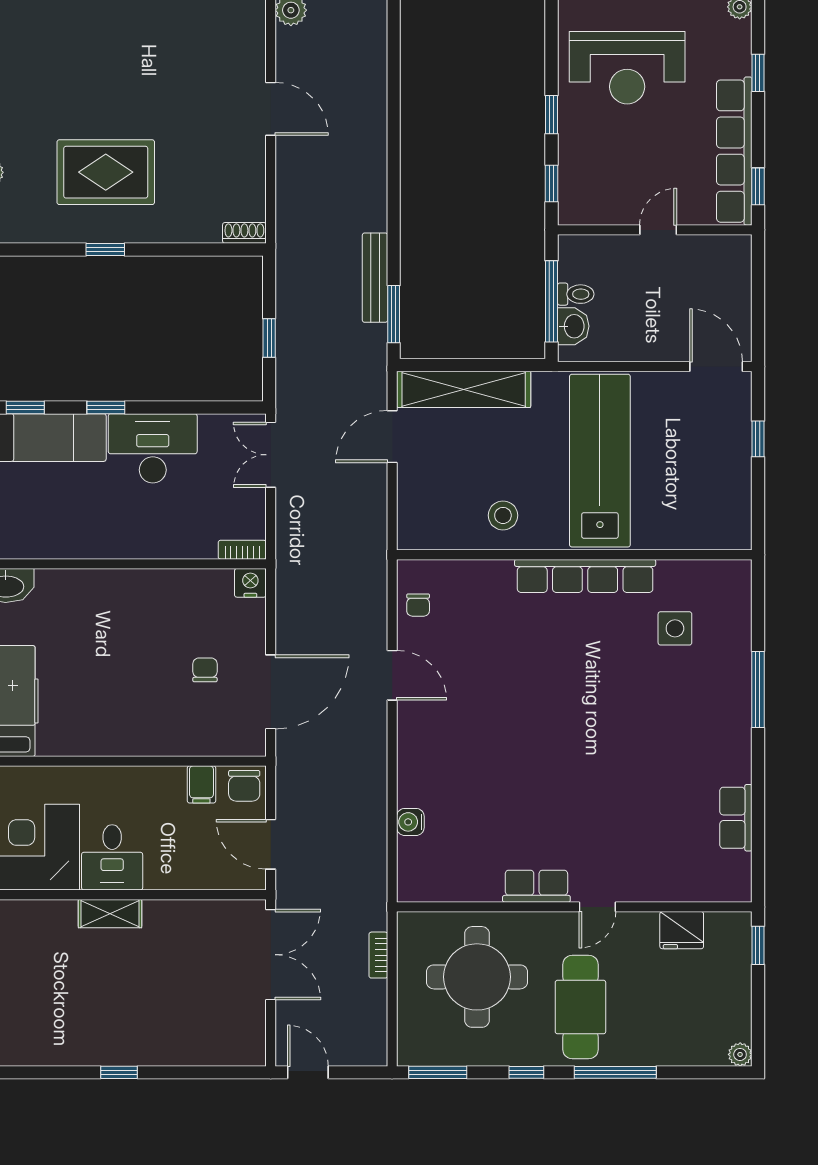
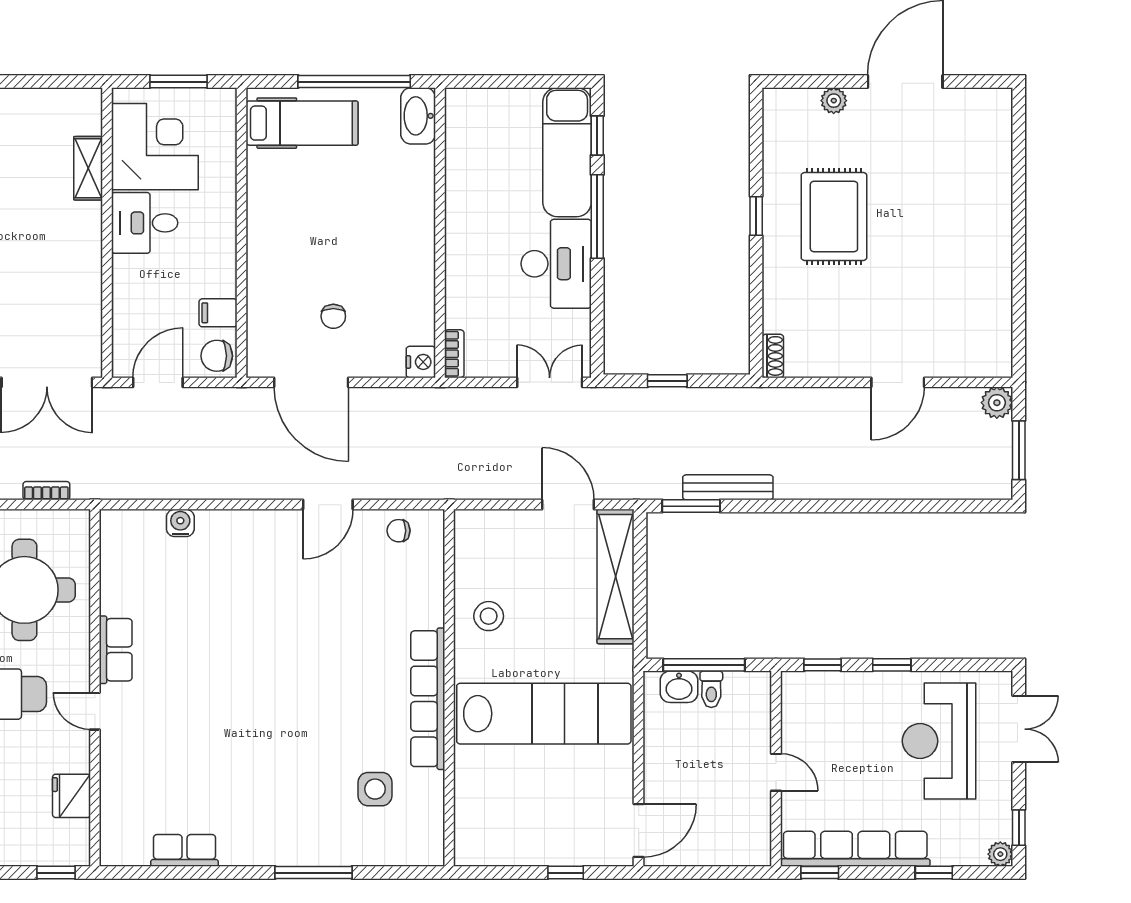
window: (106, 407) -> (597, 217), width x2.17
chair: (205, 670) -> (333, 316), turned 90
shelving: (110, 914) -> (88, 168), moved

